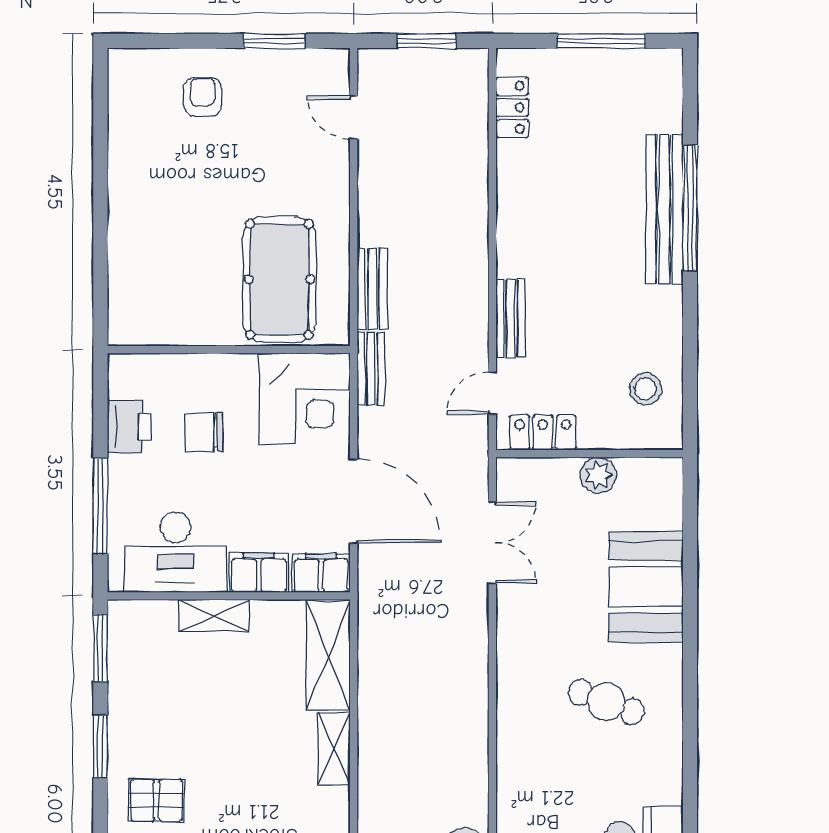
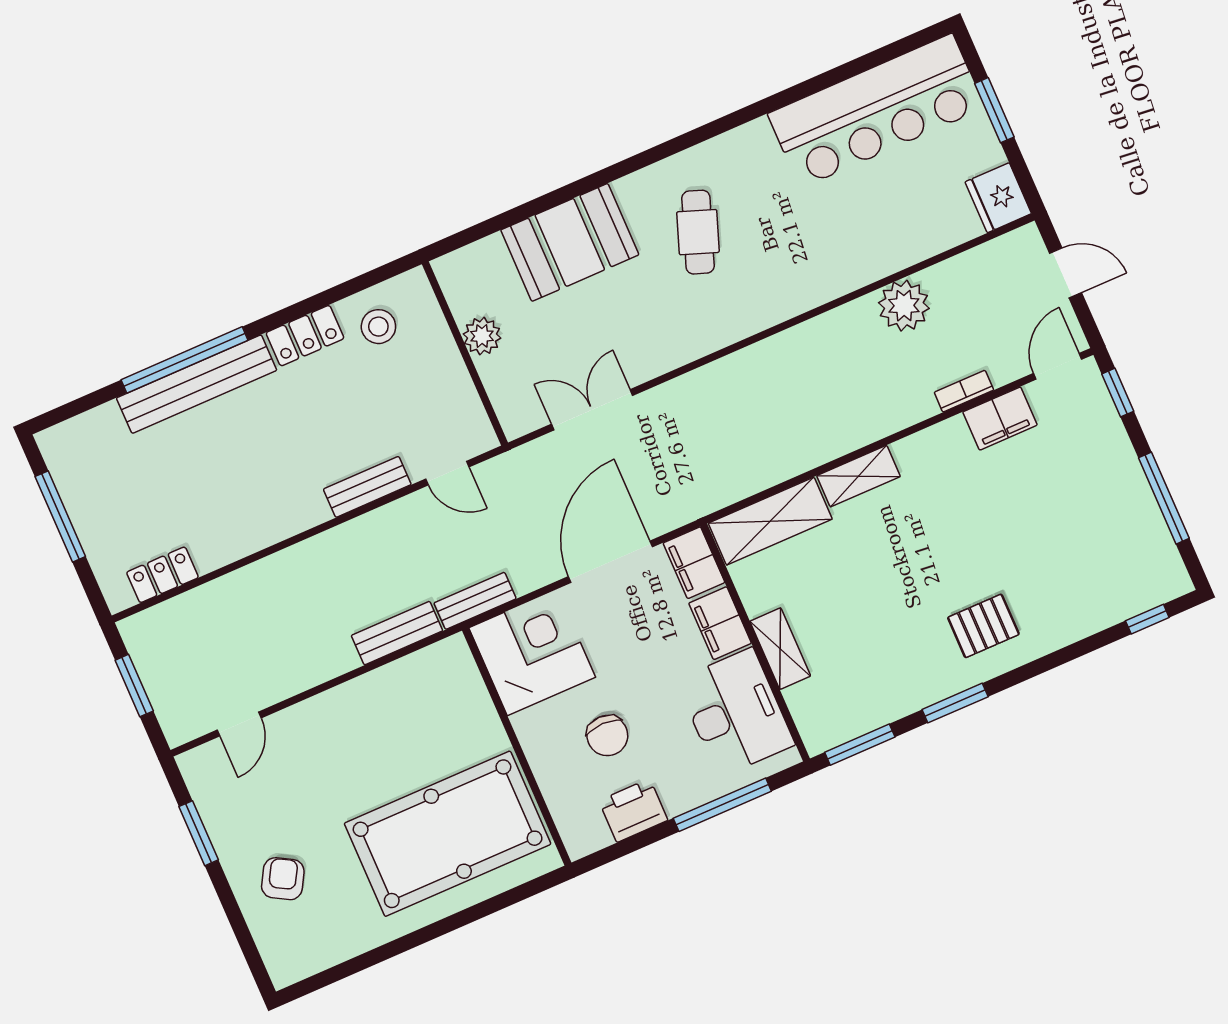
armchair: (203, 97) -> (283, 879), turned 120
pool table: (279, 279) -> (448, 834), moved, width x1.36, depth x1.32
locker: (543, 433) -> (305, 336), moved, turned -90
pallet: (157, 800) -> (983, 626), turned 90

